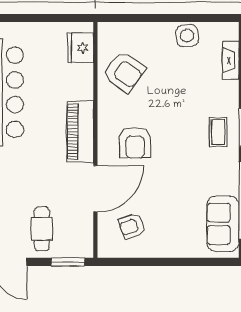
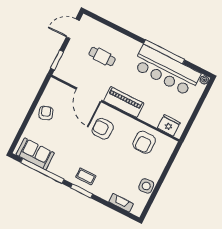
armchair: (124, 72) -> (144, 142), turned -36
armchair: (132, 226) -> (46, 113), moved
cafe table: (42, 229) -> (102, 56), moved

